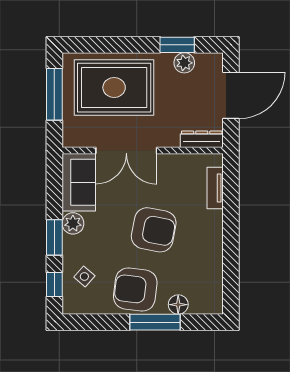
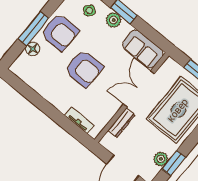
dresser: (202, 139) -> (121, 123), moved
plant: (73, 223) -> (114, 20), moved
armchair: (154, 230) -> (84, 69), turned -101
armchair: (135, 290) -> (60, 32), turned 83

